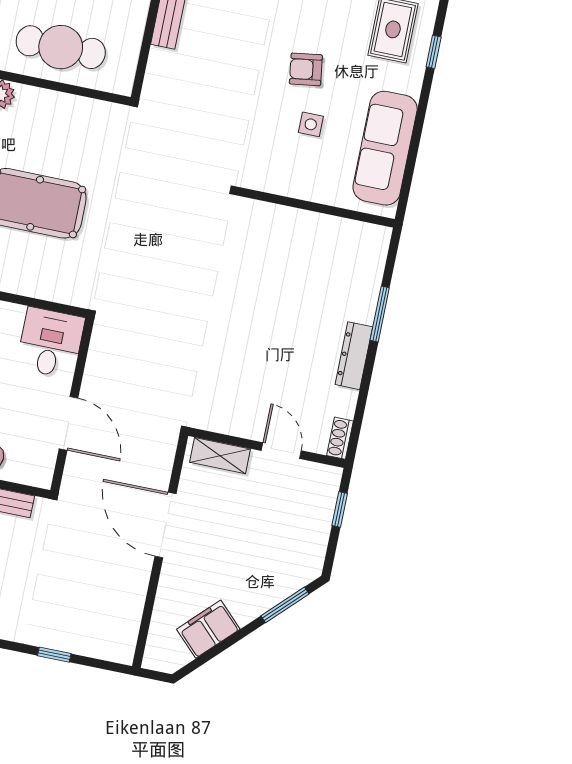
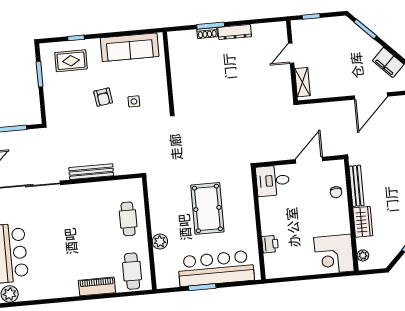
cafe table: (61, 47) -> (128, 219), width x0.73, depth x0.74
side table: (311, 124) -> (134, 101), moved
shoe rack: (340, 438) -> (207, 33), moved
door: (165, 525) -> (371, 96), moved

